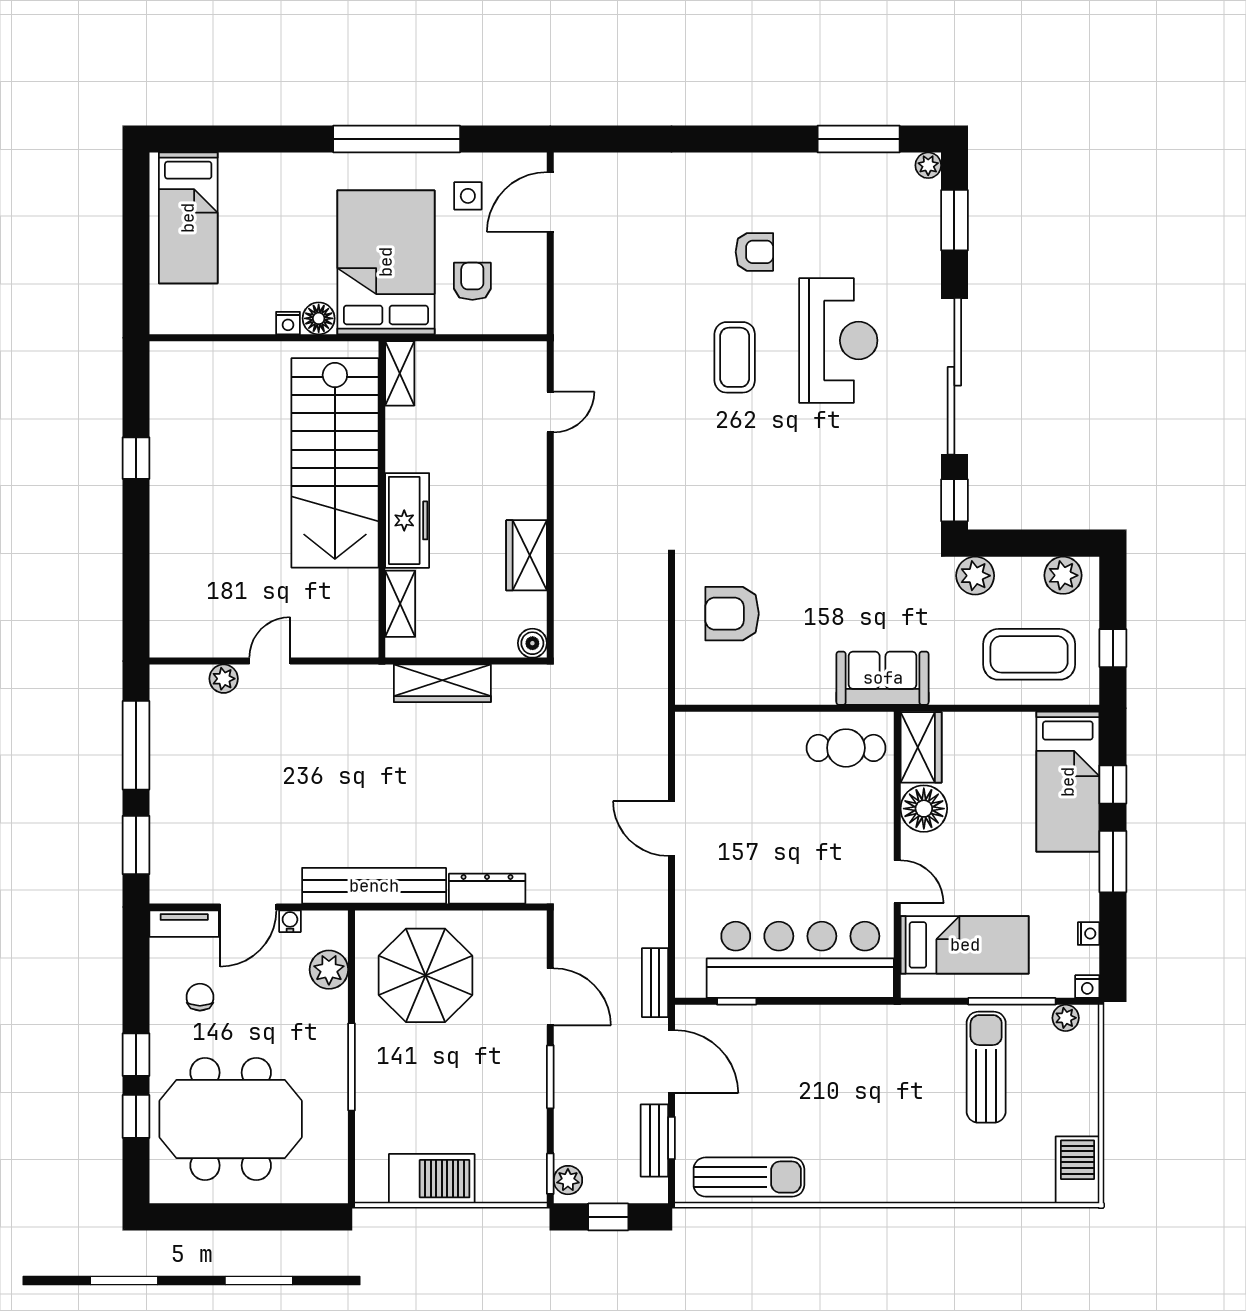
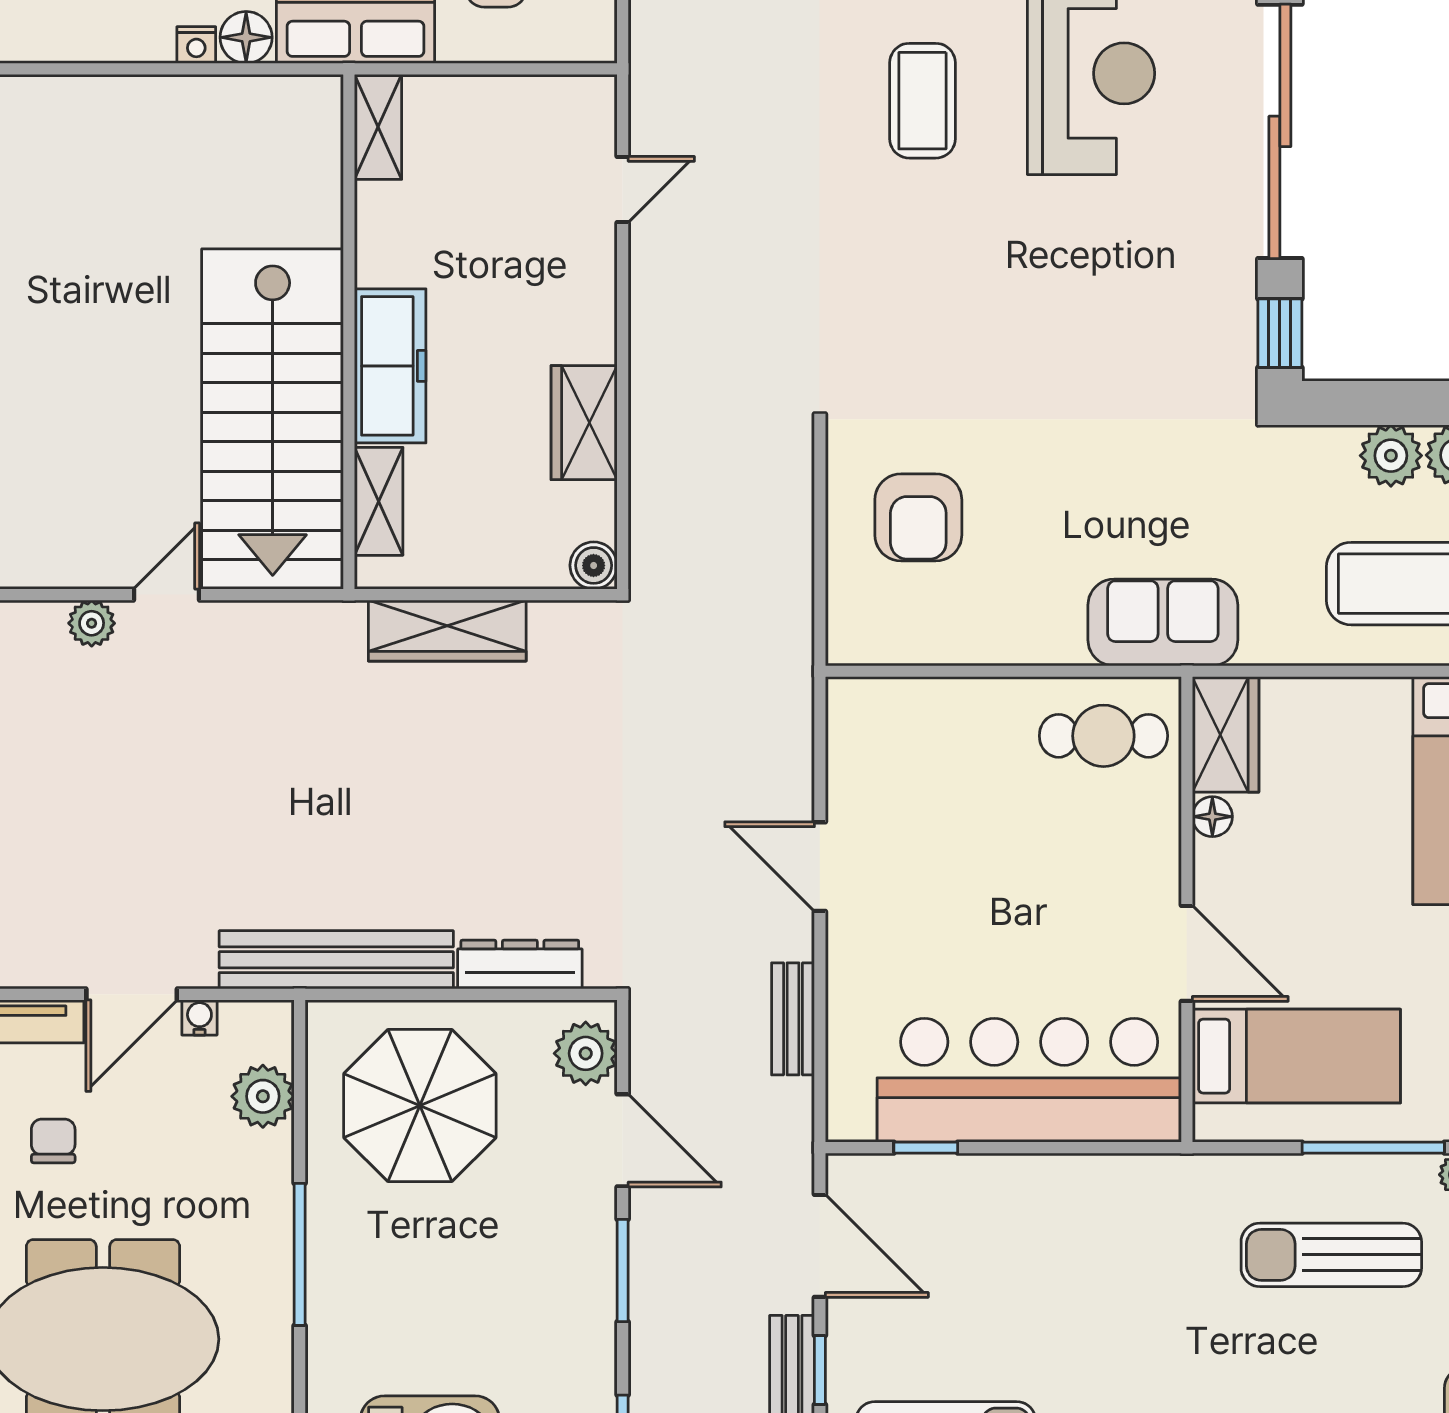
stairs: (335, 463) -> (273, 419), moved
plant: (975, 576) -> (1391, 456), moved
armchair: (732, 614) -> (918, 517), turned -90
floor lamp: (924, 809) -> (1212, 817), width x0.53, depth x0.53
door: (897, 882) -> (1187, 953), width x1.38
plant: (527, 943) -> (586, 1053), added
bench: (655, 983) -> (793, 1019), moved
sun lounger: (986, 1067) -> (1331, 1255), turned -90

